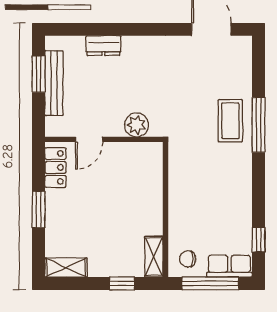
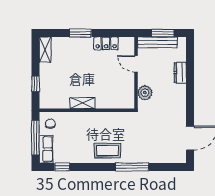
coffee table: (230, 121) -> (107, 151), moved
plant: (136, 125) -> (145, 93), moved
door: (89, 139) -> (136, 64), moved
wall: (104, 139) -> (136, 73), moved
shelving: (154, 257) -> (83, 103), moved

